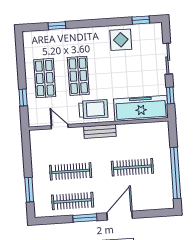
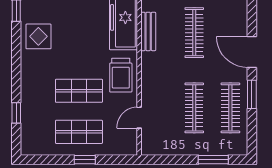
window: (23, 97) -> (85, 160), moved
trolley: (93, 109) -> (121, 75), turned 180
bench: (100, 131) -> (148, 31), moved

